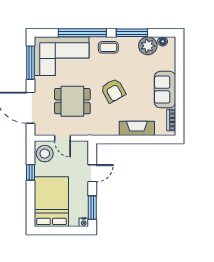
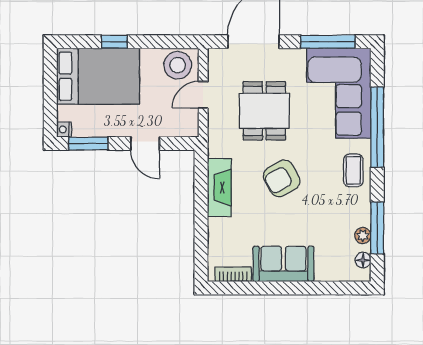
window: (132, 33) -> (377, 228), moved
plant: (148, 46) -> (363, 236), width x0.53, depth x0.53
fireplace: (137, 128) -> (219, 188), moved
window: (31, 172) -> (114, 42), moved

